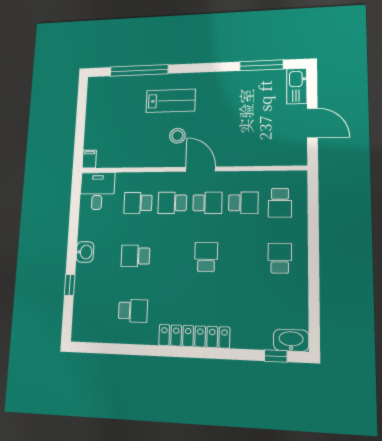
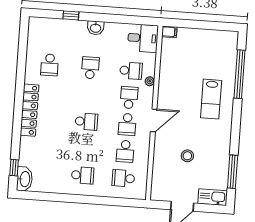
stool: (177, 136) -> (187, 156), moved
plant: (151, 178) -> (150, 81), added
school desk: (138, 203) -> (131, 71), turned 90

